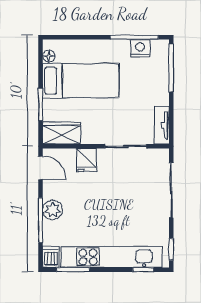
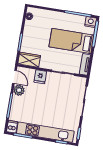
nightstand: (140, 48) -> (91, 22), moved
bed: (81, 81) -> (71, 41), moved, turned 180
plant: (53, 210) -> (19, 90), moved

